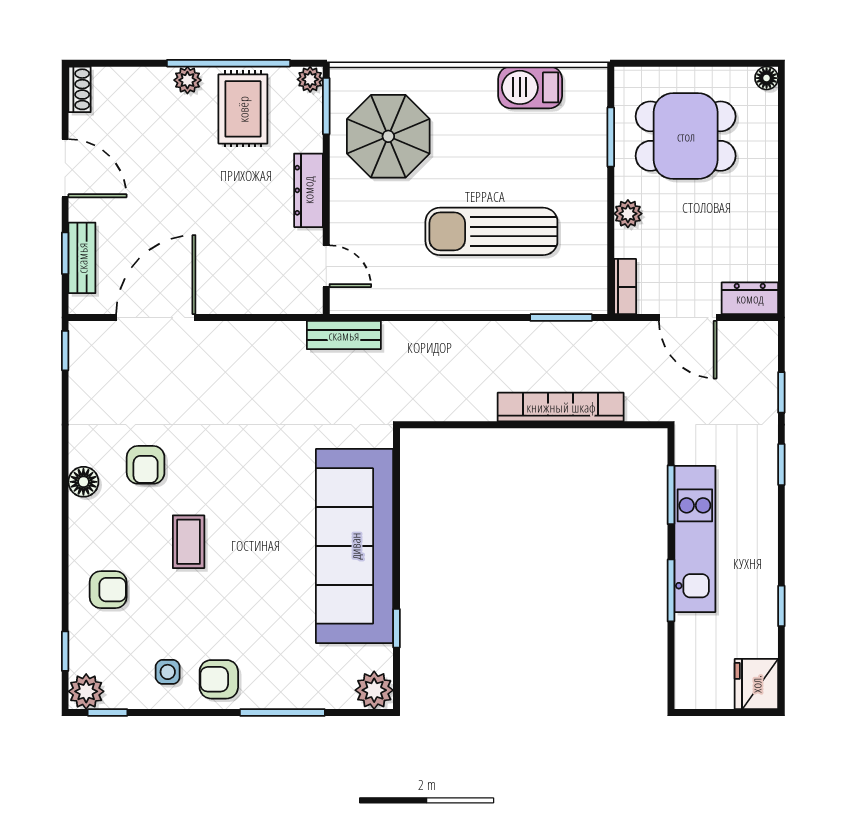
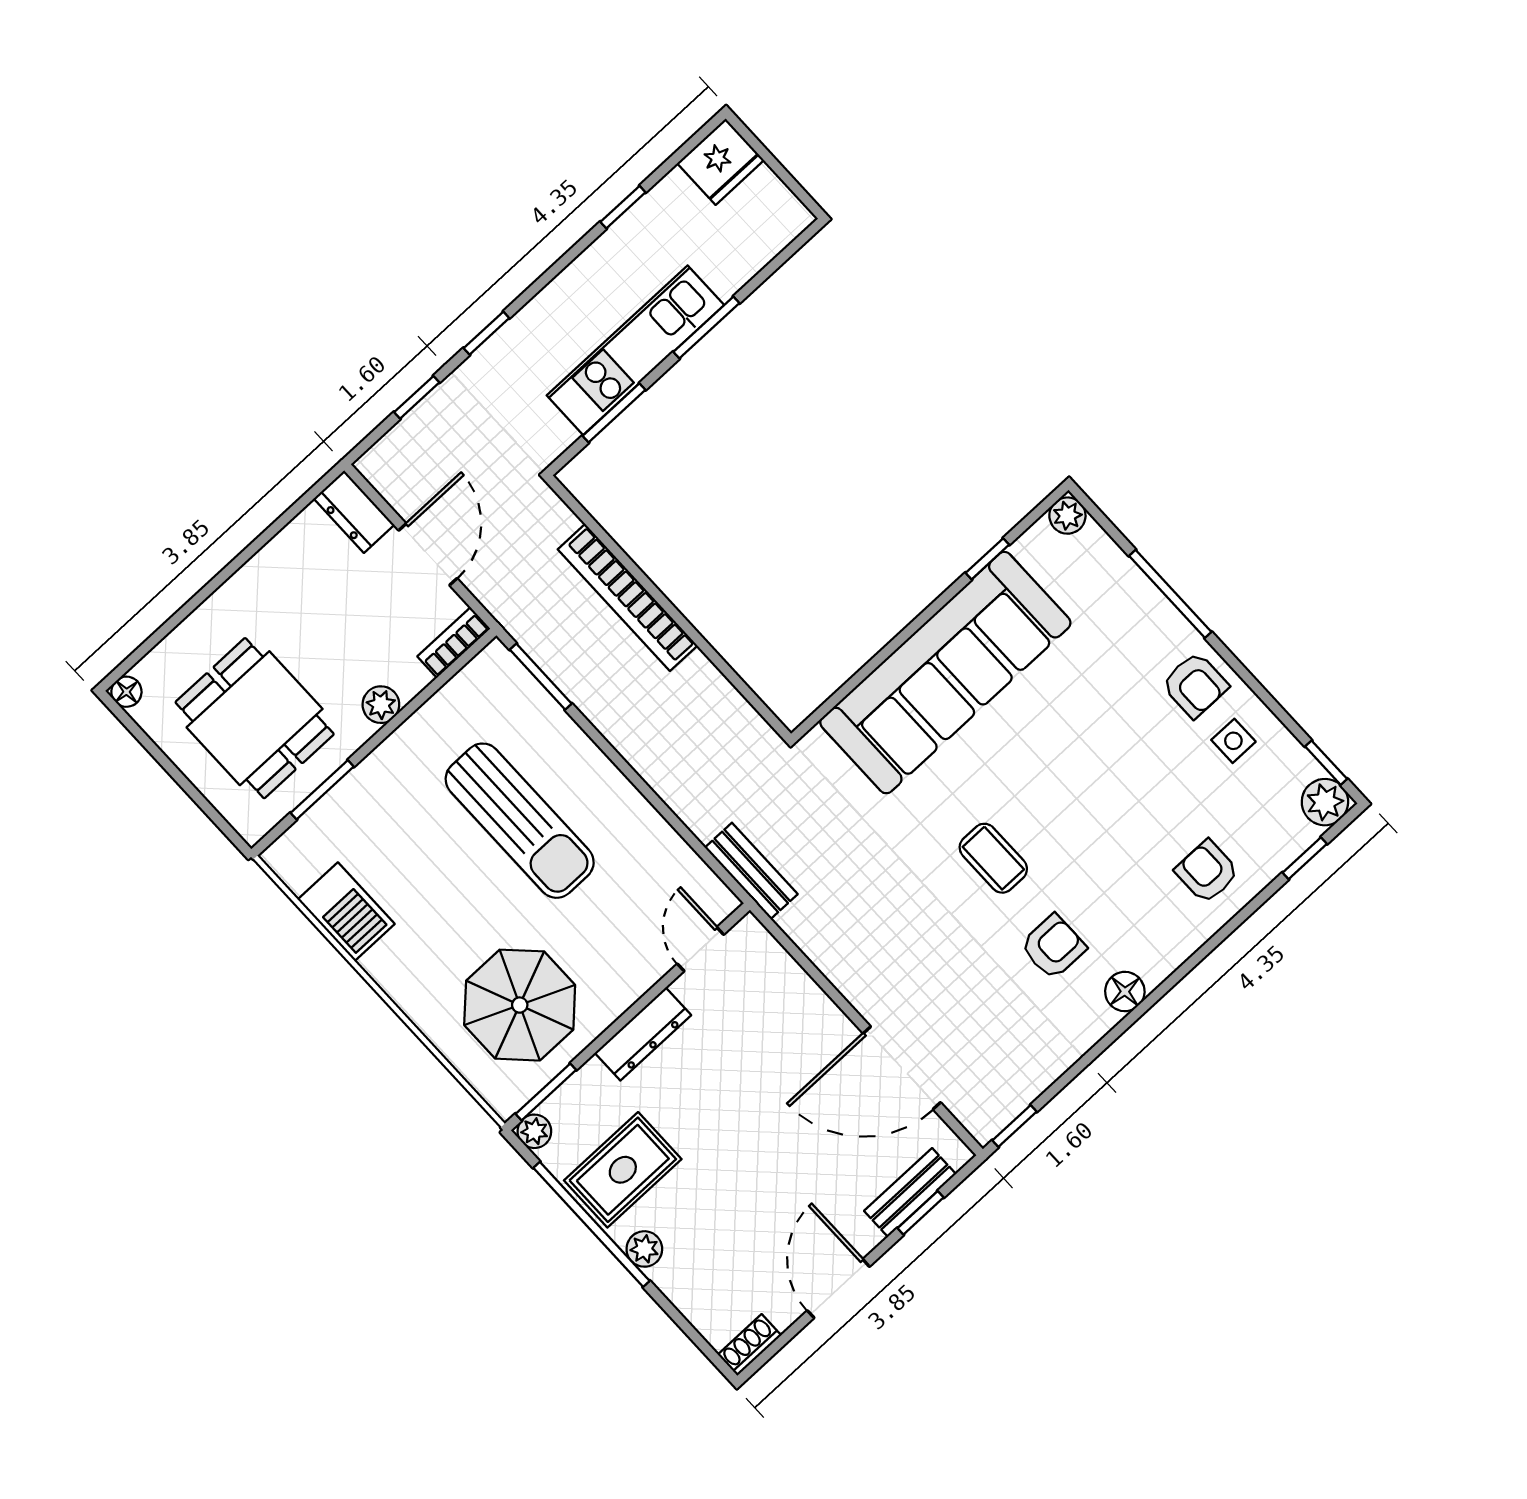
coffee table: (189, 542) -> (993, 858), moved, turned 90
plant: (374, 690) -> (1067, 516), width x0.73, depth x0.73

